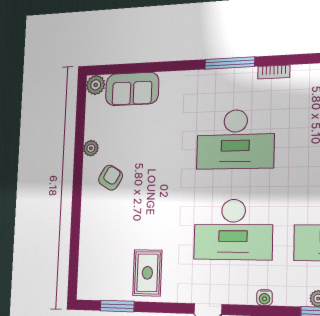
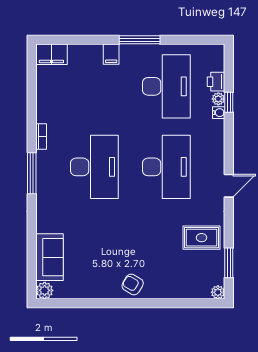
plant: (91, 148) -> (218, 292), moved
armchair: (111, 178) -> (133, 284), moved
water cooler: (265, 298) -> (219, 113), moved

